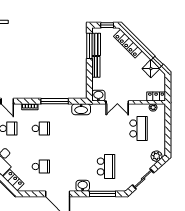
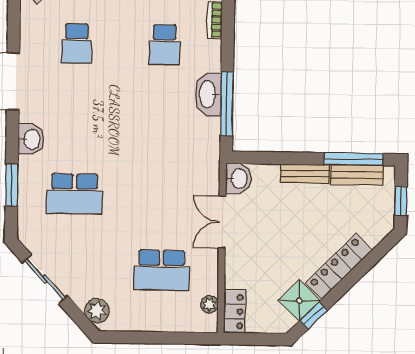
locker: (128, 44) -> (339, 266), moved
window: (55, 101) -> (227, 104), moved
washbasin: (81, 109) -> (208, 94), moved
window: (103, 194) -> (12, 185), width x0.69

